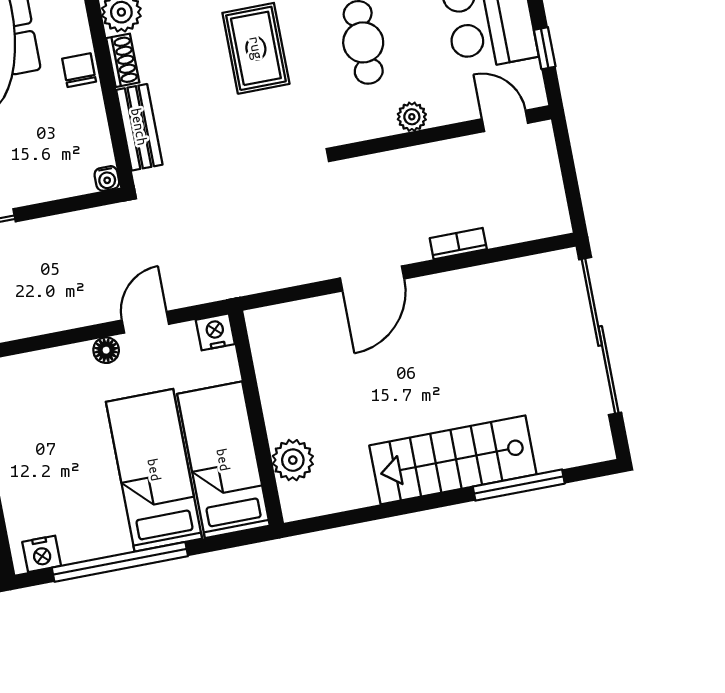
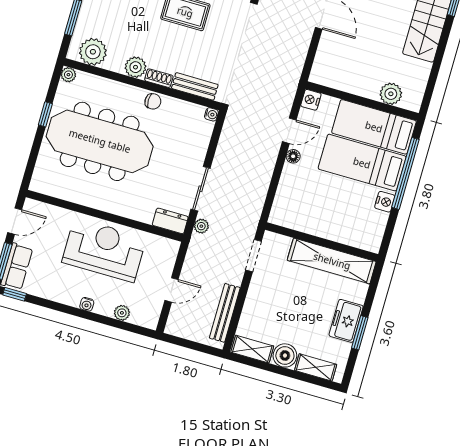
chair: (79, 70) -> (153, 101), turned 180
door: (145, 322) -> (289, 131), swing flipped
nightstand: (42, 554) -> (385, 202), moved
window: (120, 562) -> (405, 173), moved

